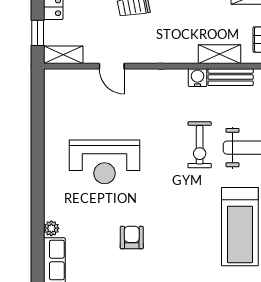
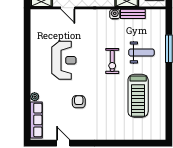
exercise bike: (200, 145) -> (112, 61), moved
reception desk: (105, 162) -> (64, 60), turned -90

